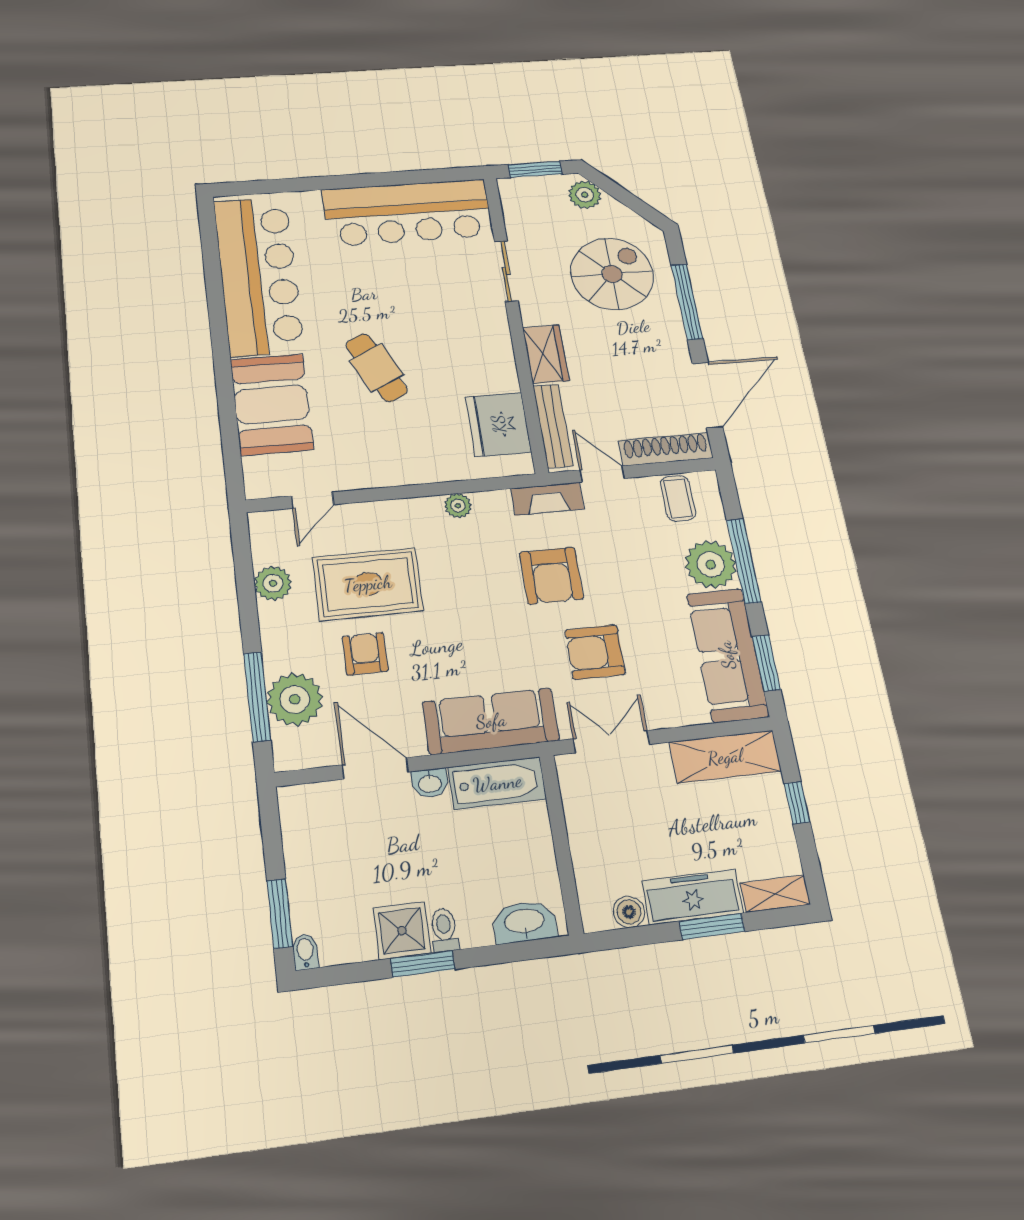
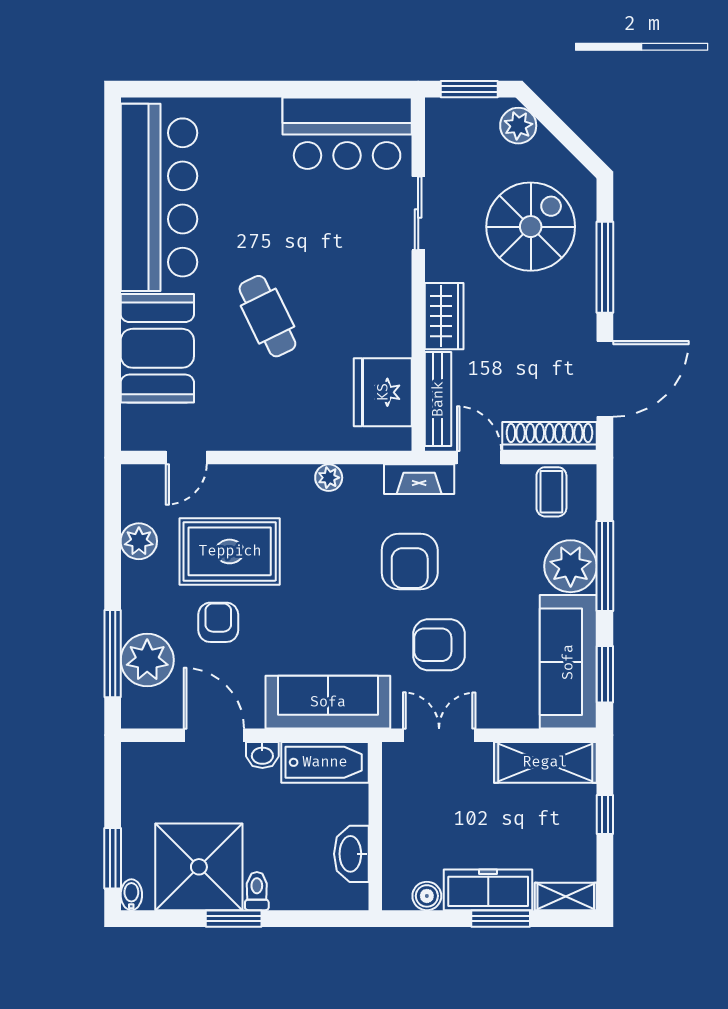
bar counter: (407, 213) -> (347, 133), width x0.73
washbasin: (525, 922) -> (351, 854), moved, turned -90
shower: (402, 931) -> (199, 867), width x1.86, depth x1.86

